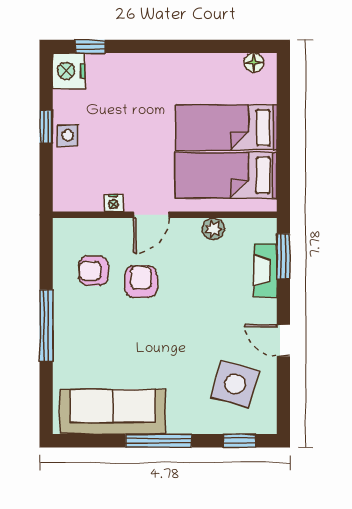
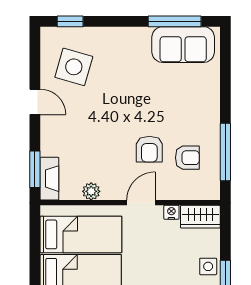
wardrobe: (77, 197) -> (200, 217), added
fireplace: (265, 270) -> (49, 179), moved
window: (46, 325) -> (225, 152), moved
sofa: (113, 412) -> (183, 45), width x0.73
window: (159, 441) -> (175, 21), moved

